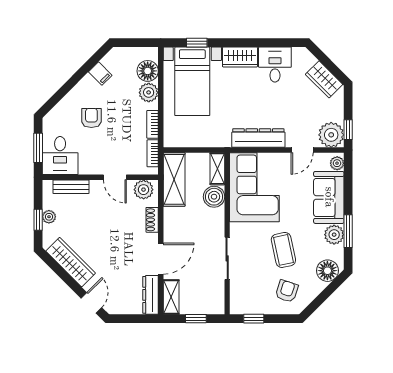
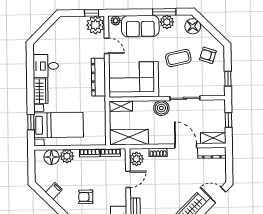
wardrobe: (324, 79) -> (56, 31), removed
boiler: (214, 197) -> (161, 108), moved

